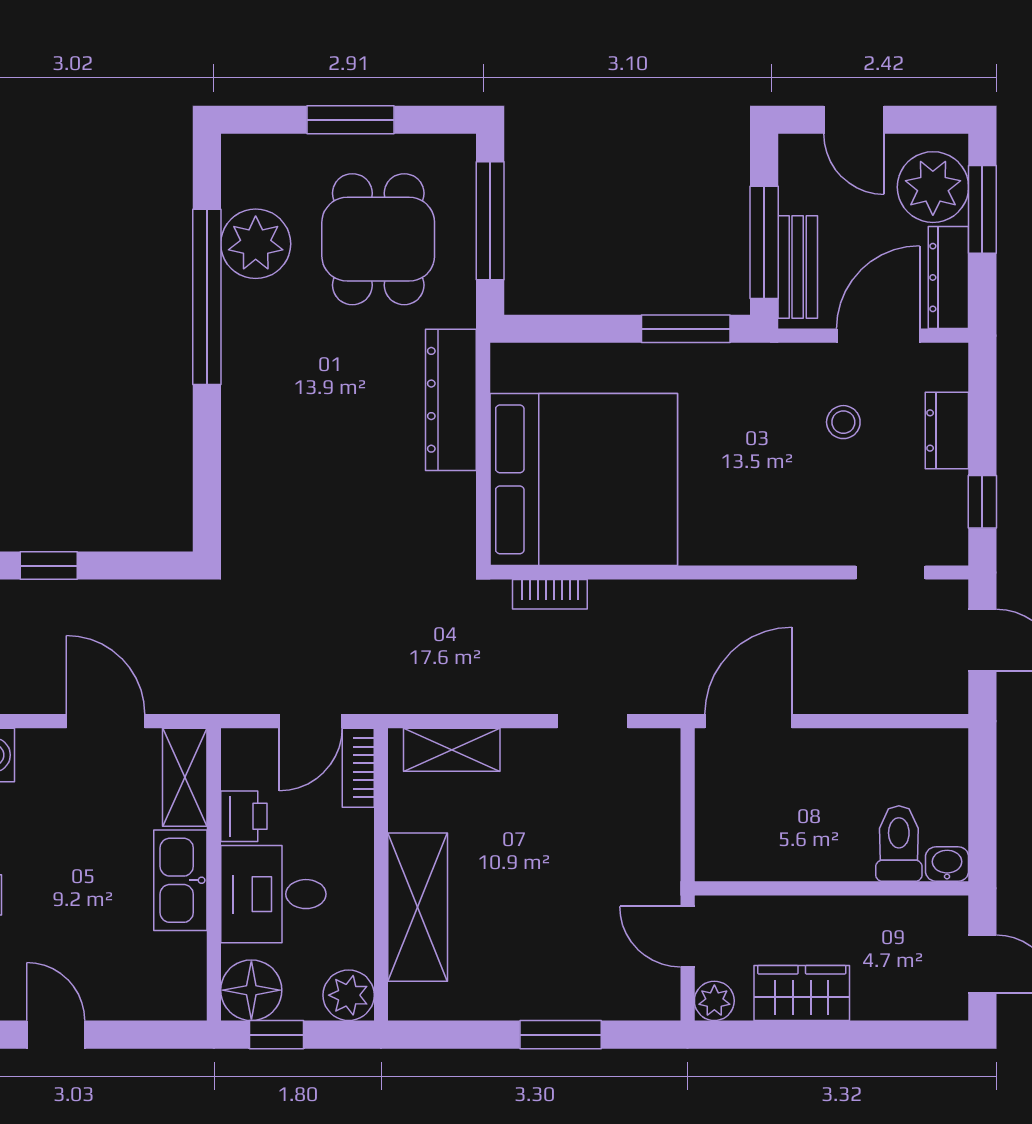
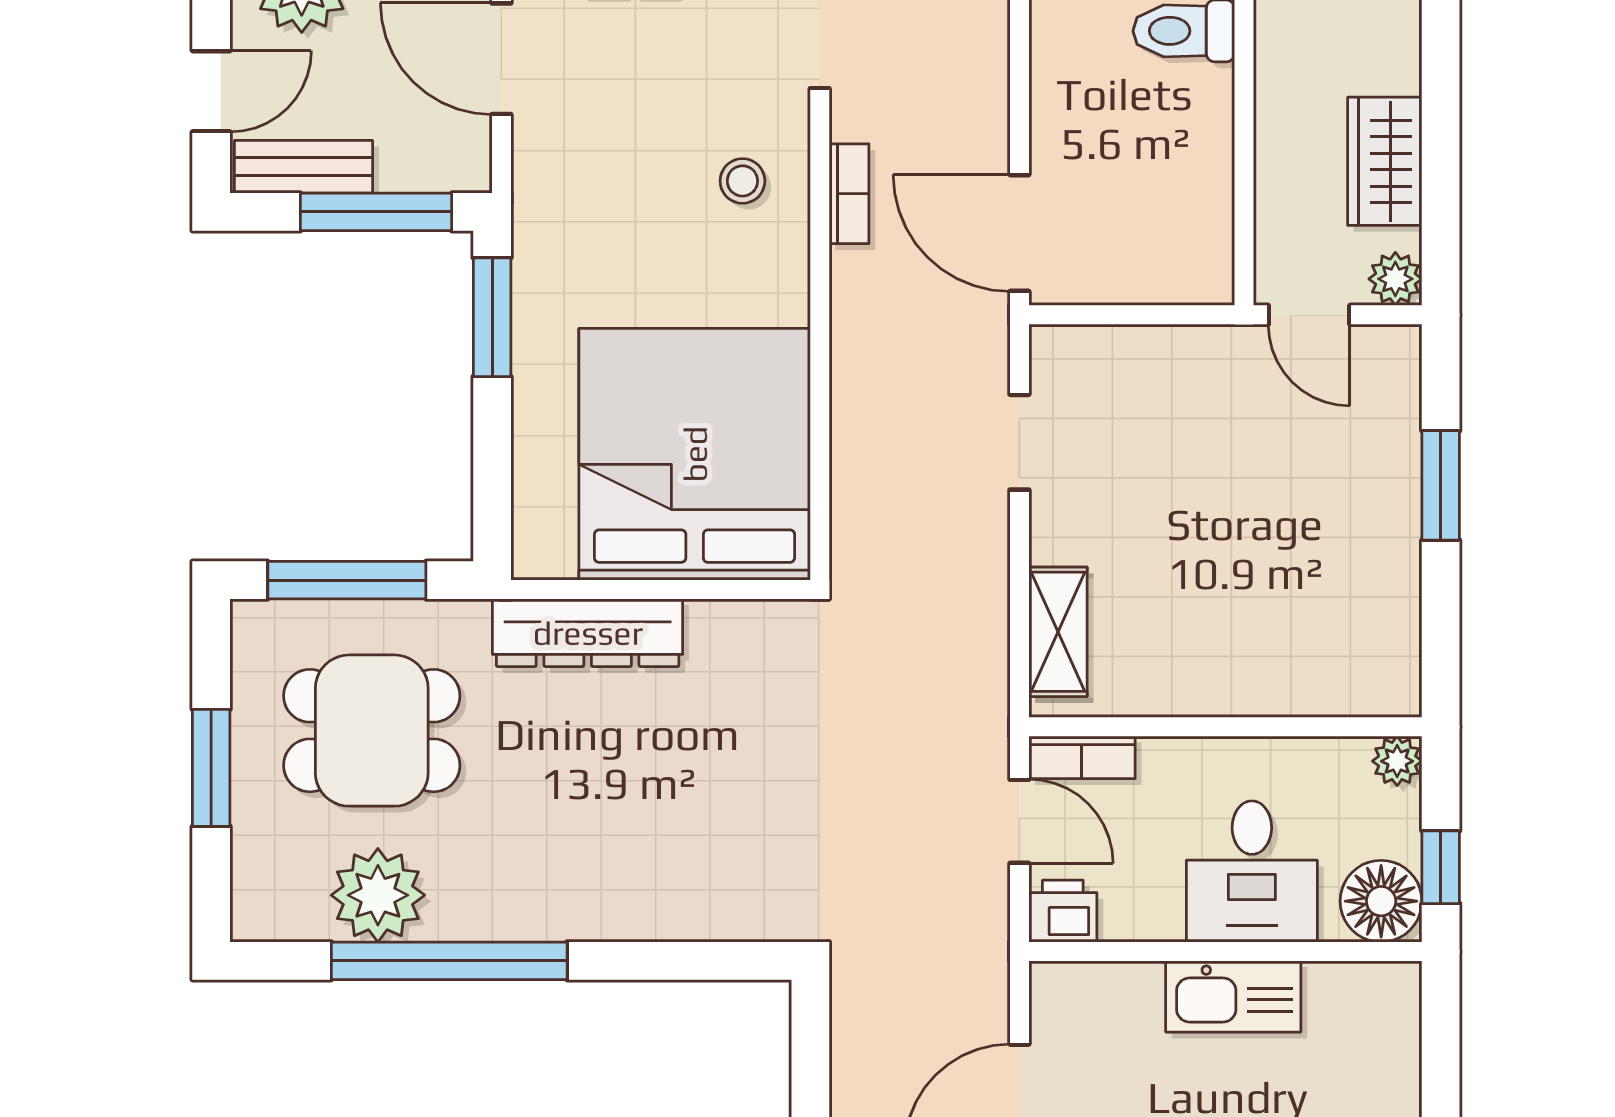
bench: (798, 267) -> (304, 167), moved
stool: (843, 422) -> (742, 181), moved
bookcase: (550, 594) -> (849, 194), moved
shelving: (185, 777) -> (1095, 991), removed
printer: (244, 816) -> (1063, 911), moved
shelving: (418, 907) -> (1269, 677), removed
door: (688, 937) -> (1309, 315), hinge flipped
plant: (349, 995) -> (1397, 761), width x0.73, depth x0.73

